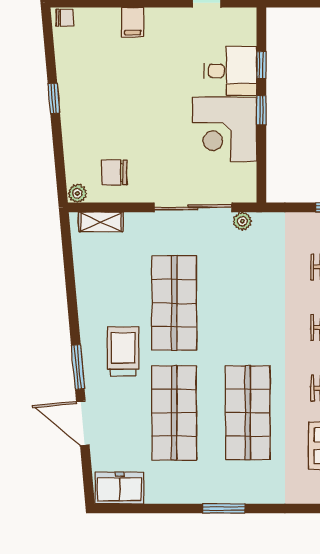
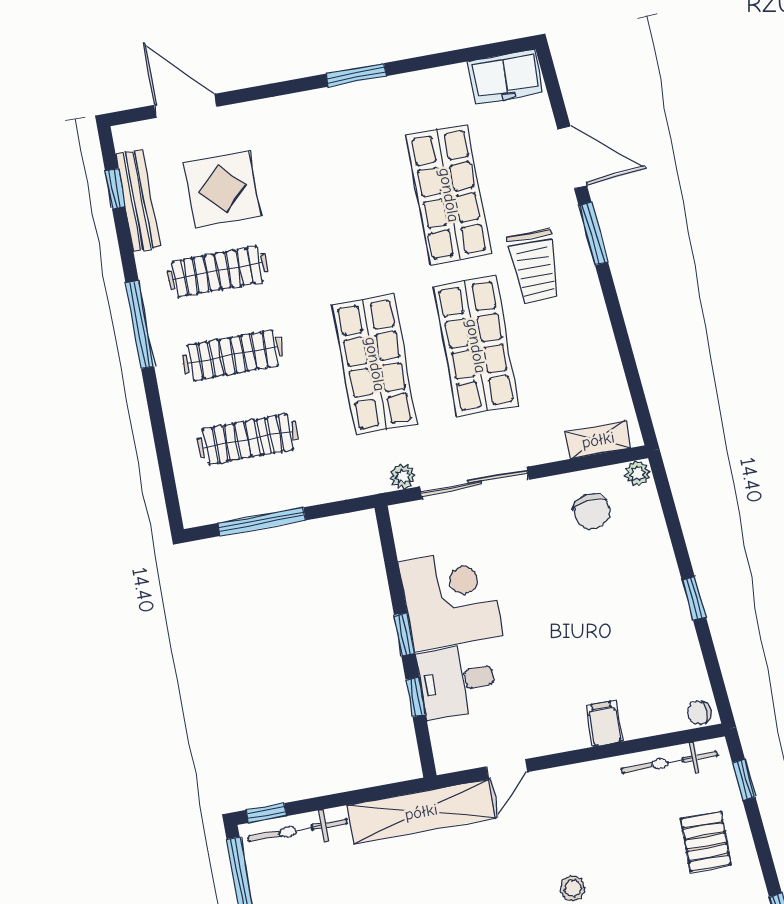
chair: (114, 173) -> (592, 511), turned 82
shop shelf: (248, 413) -> (375, 364), moved

